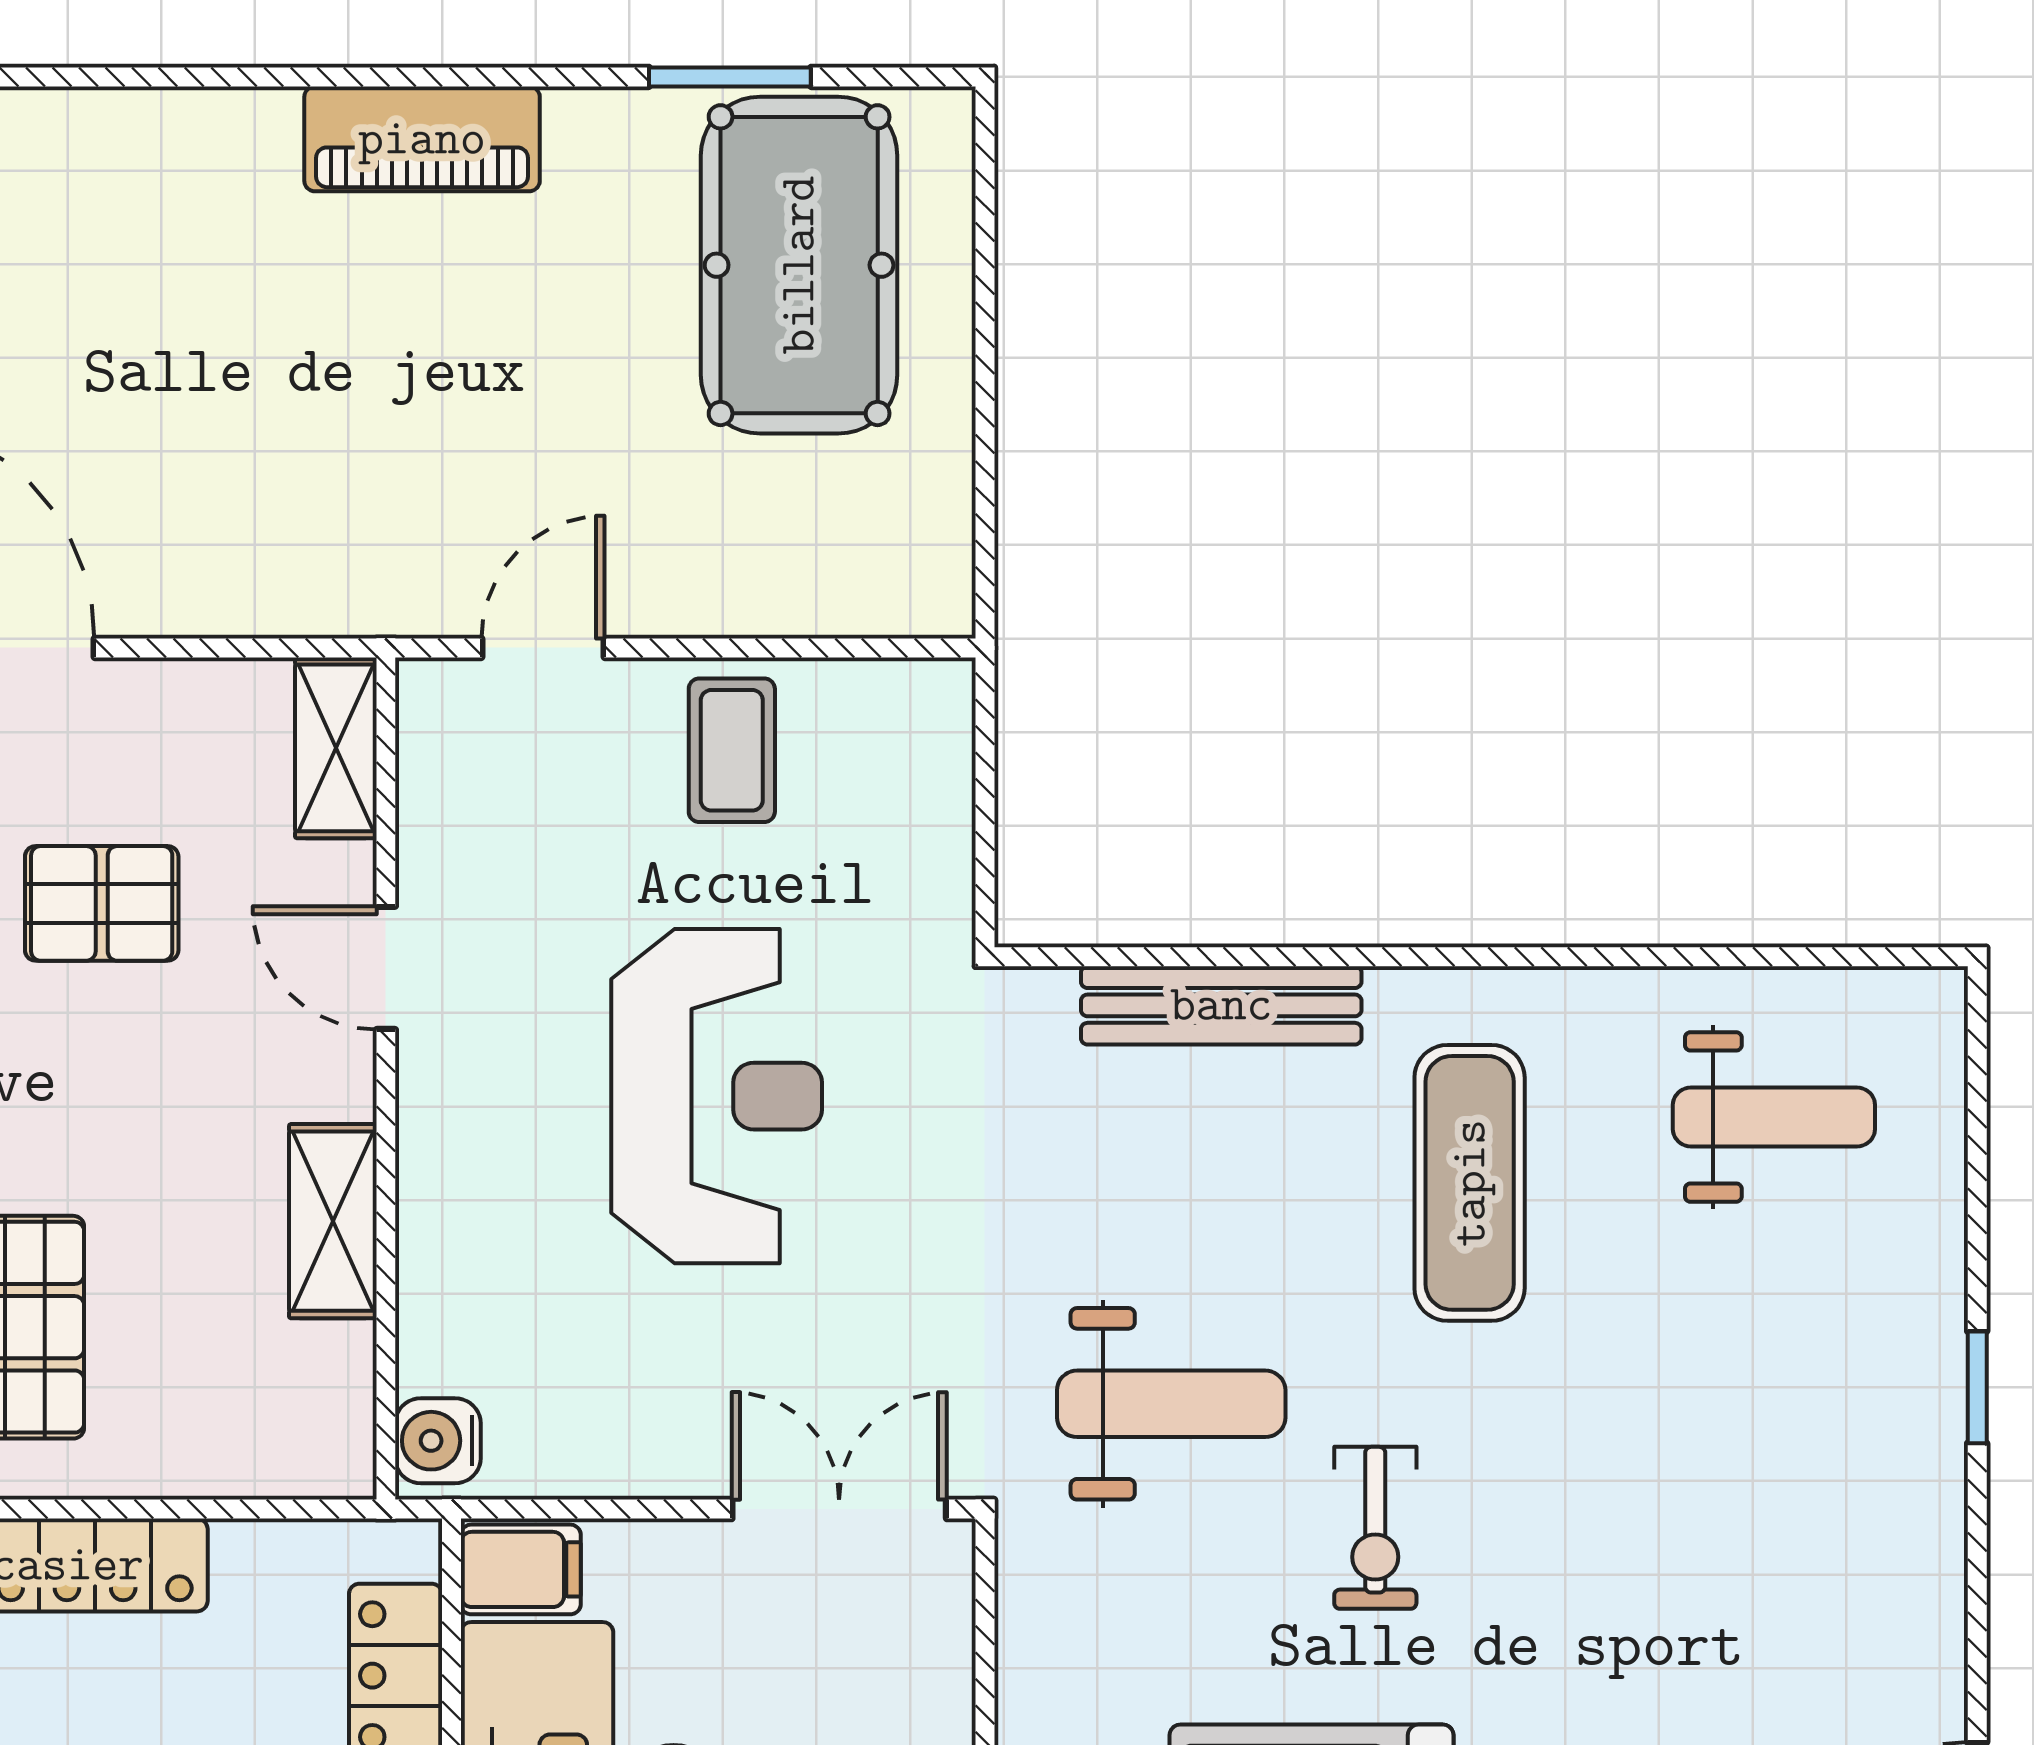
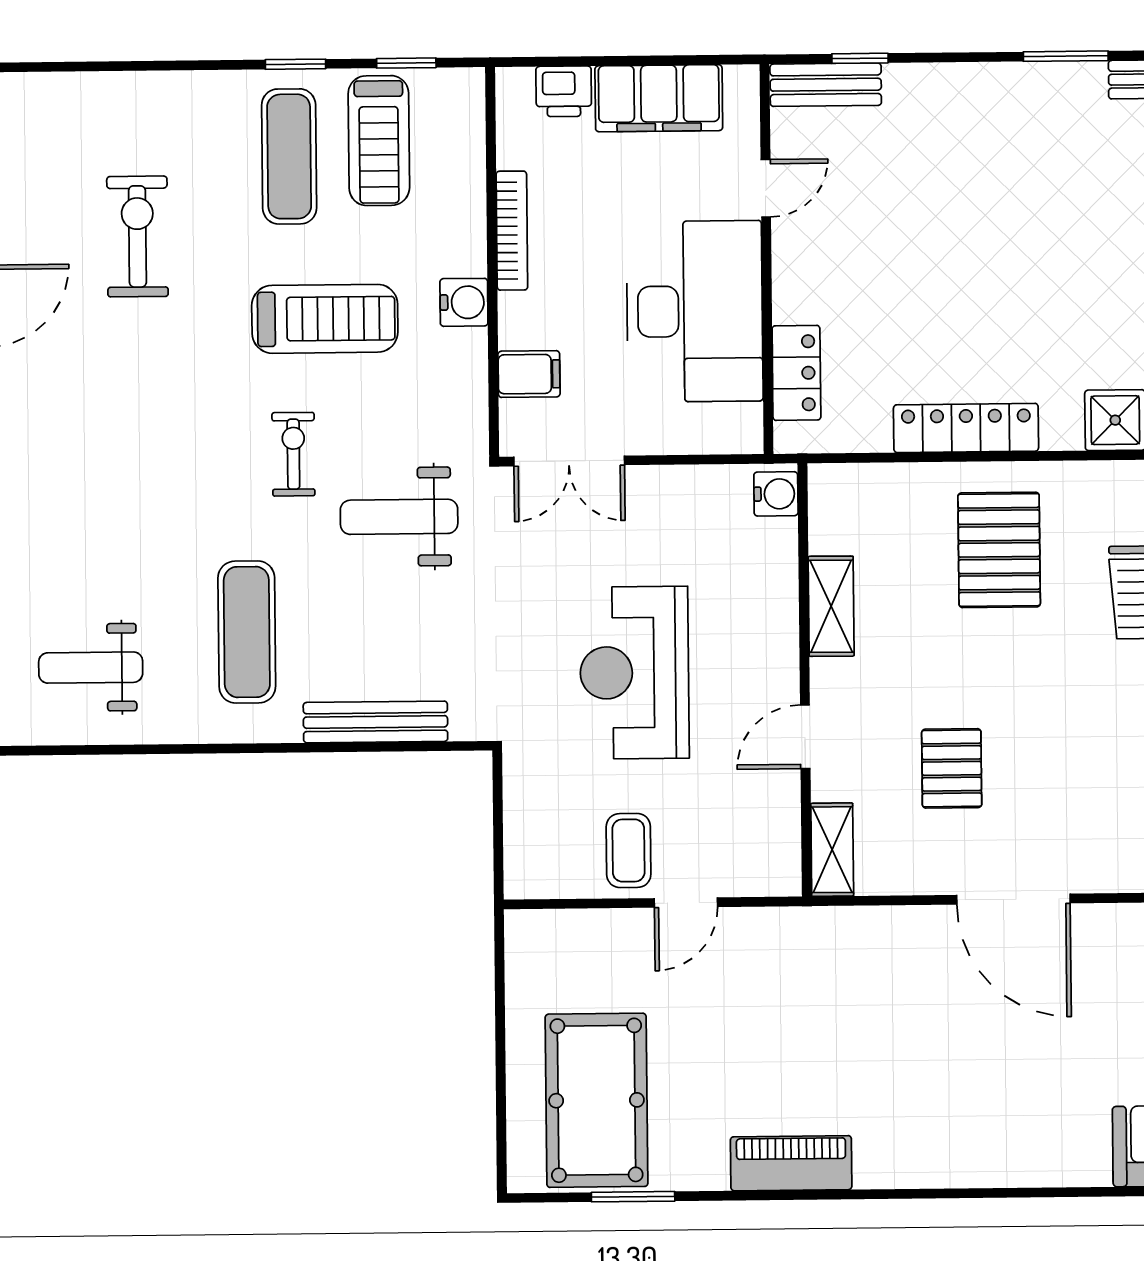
door: (543, 648) -> (686, 903), moved
pallet: (102, 903) -> (952, 768), turned 90
door: (386, 968) -> (805, 737), swing flipped
filing cabinet: (521, 1569) -> (529, 374), moved, turned 180

